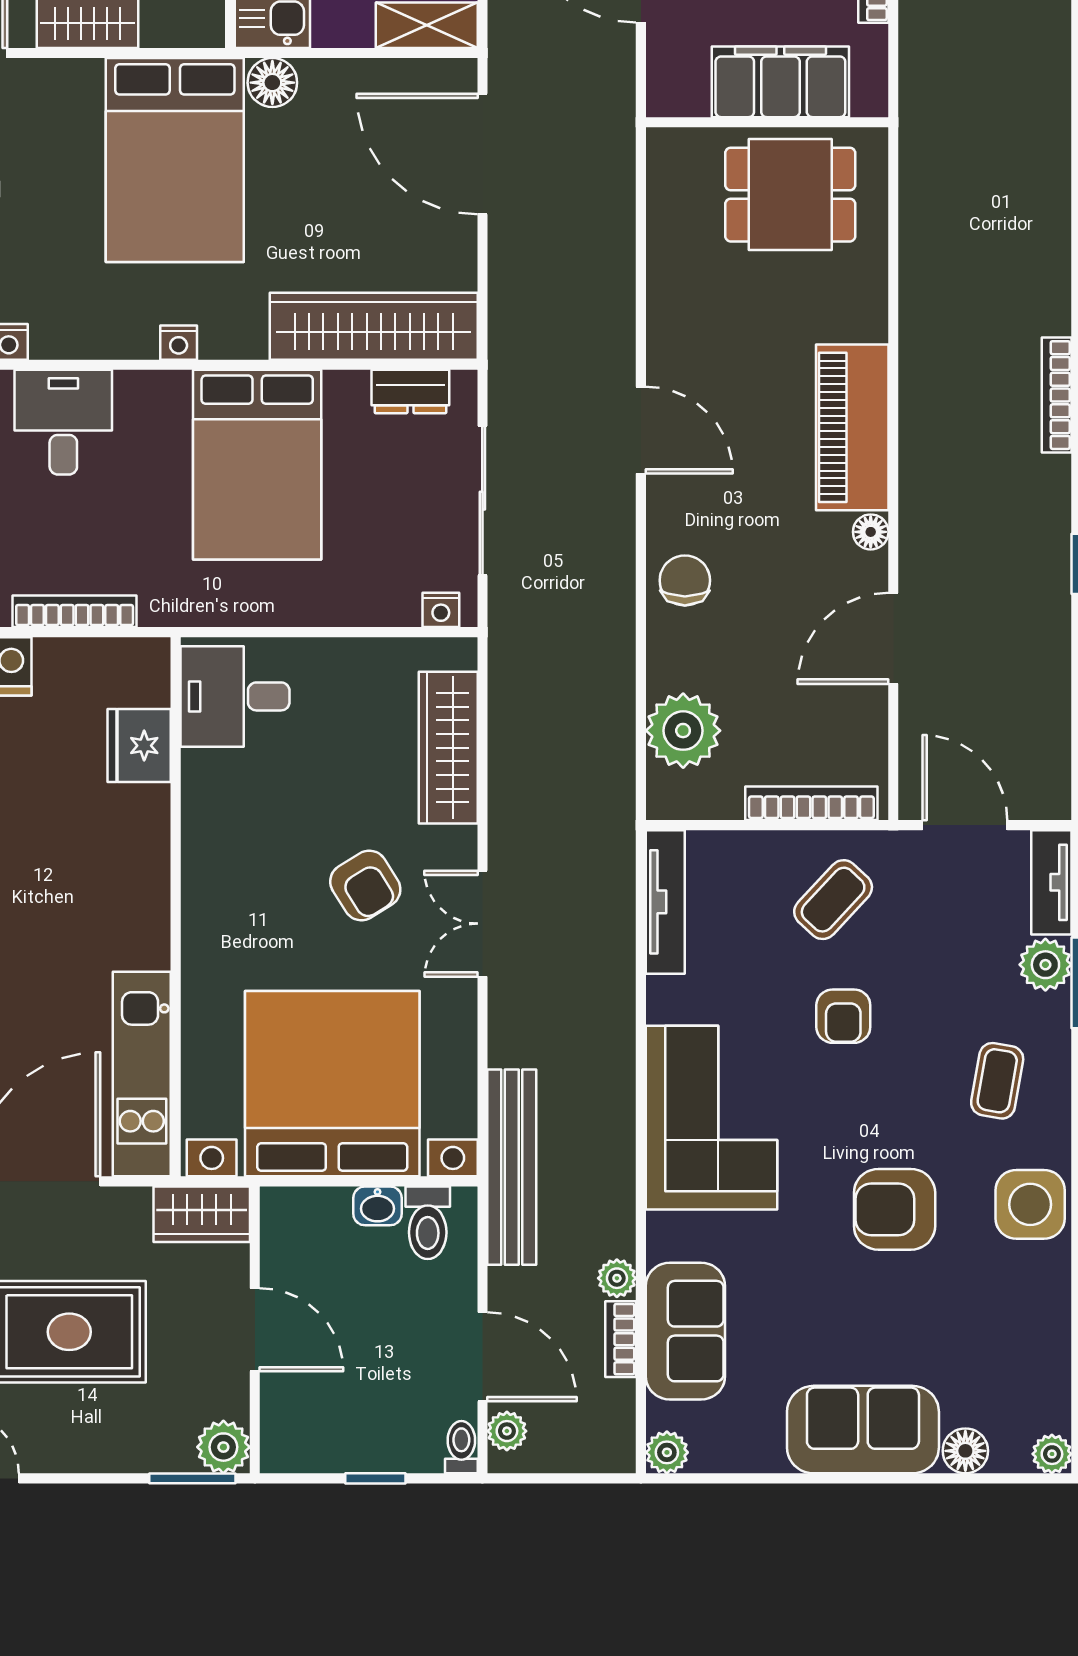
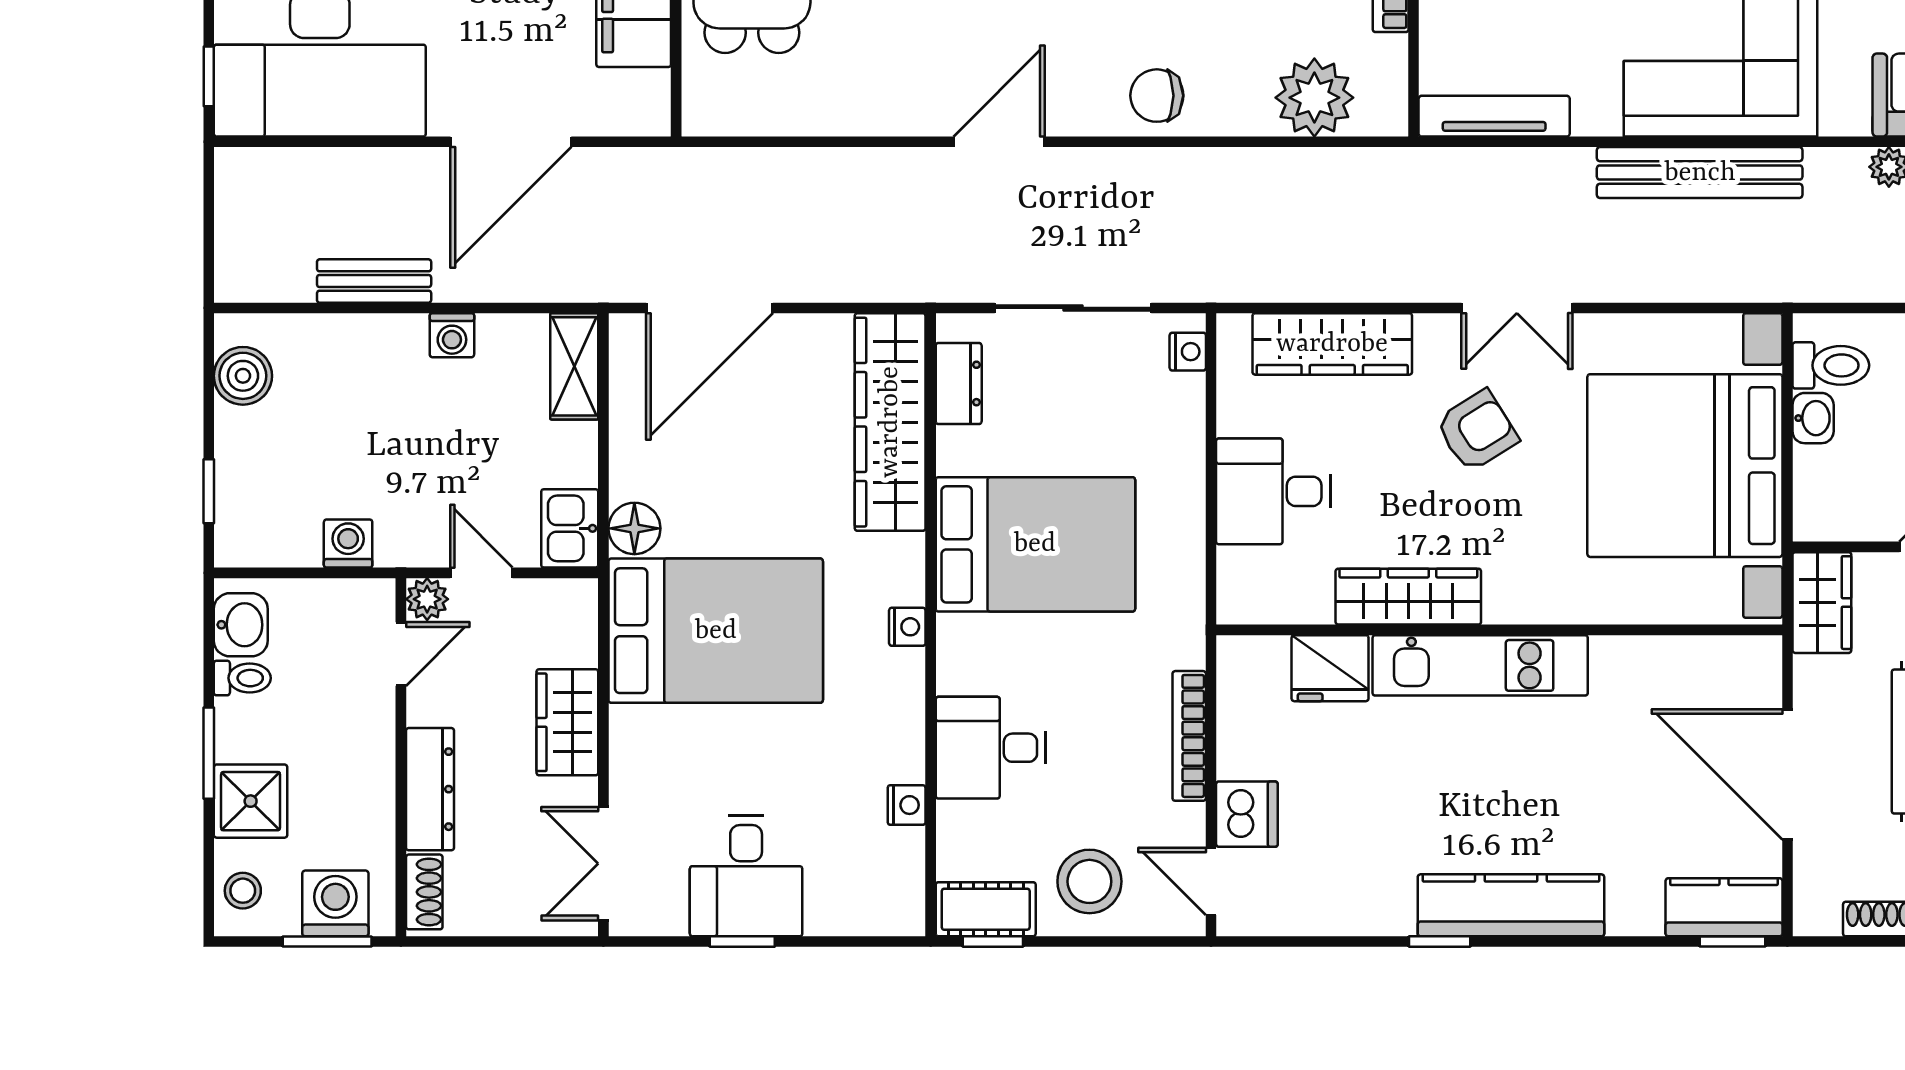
desk: (235, 696) -> (1273, 491), moved, turned 90
wardrobe: (207, 820) -> (1408, 597), added
kitchen unit: (142, 1074) -> (1480, 665), moved
bench: (512, 1167) -> (1700, 173), moved

